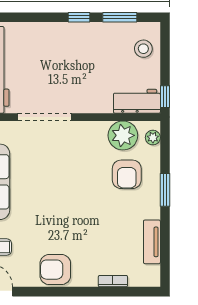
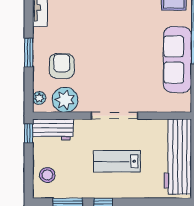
lab bench: (63, 64) -> (117, 161), added
doorway: (45, 117) -> (114, 116), moved

